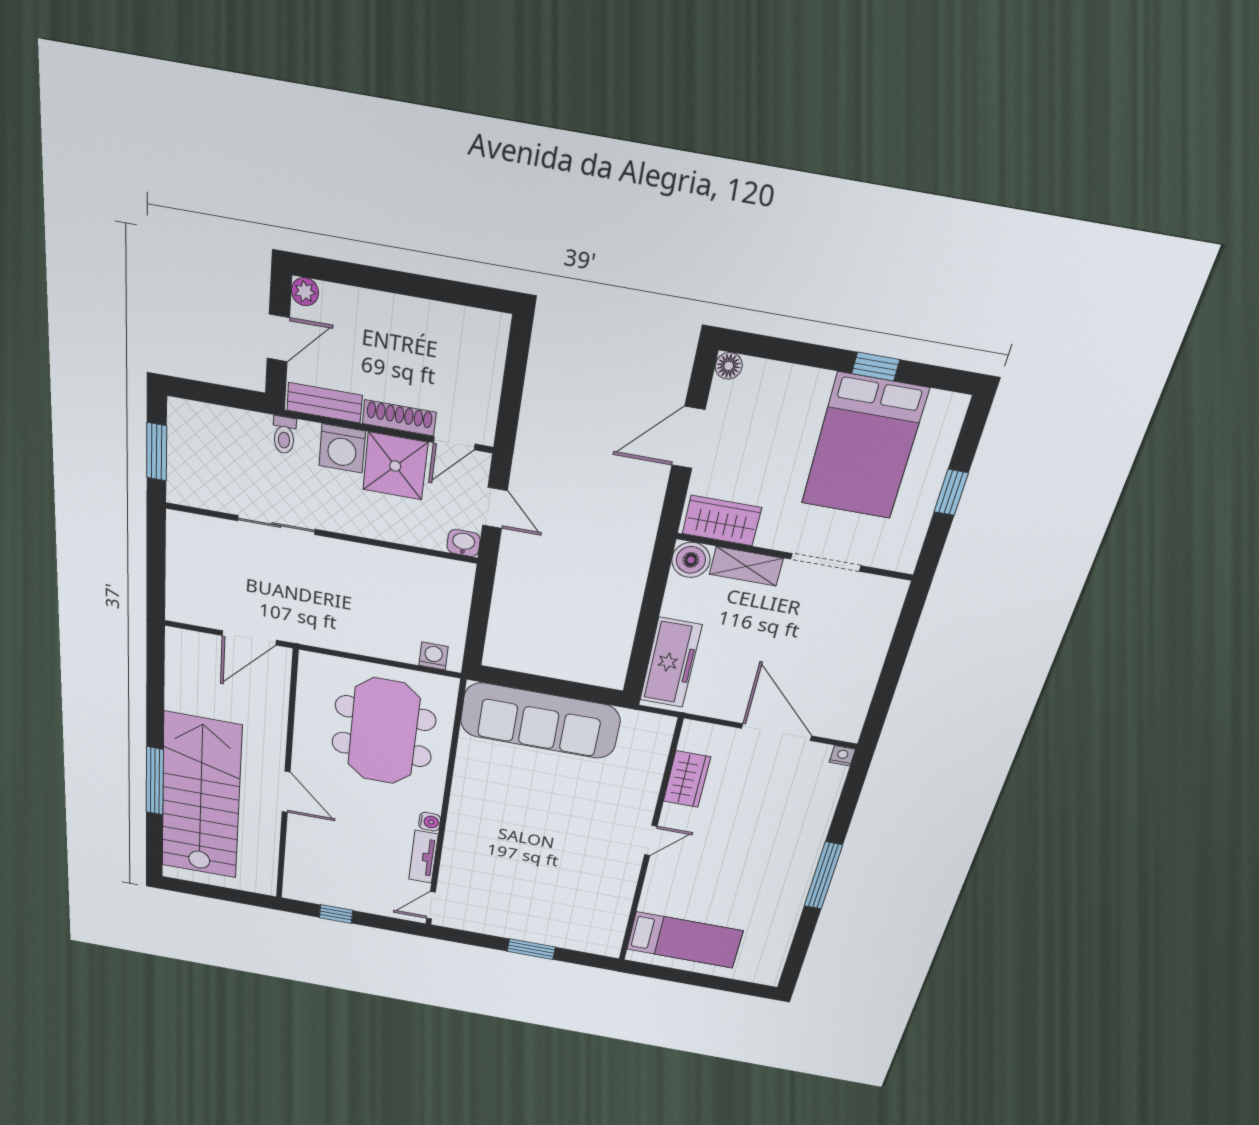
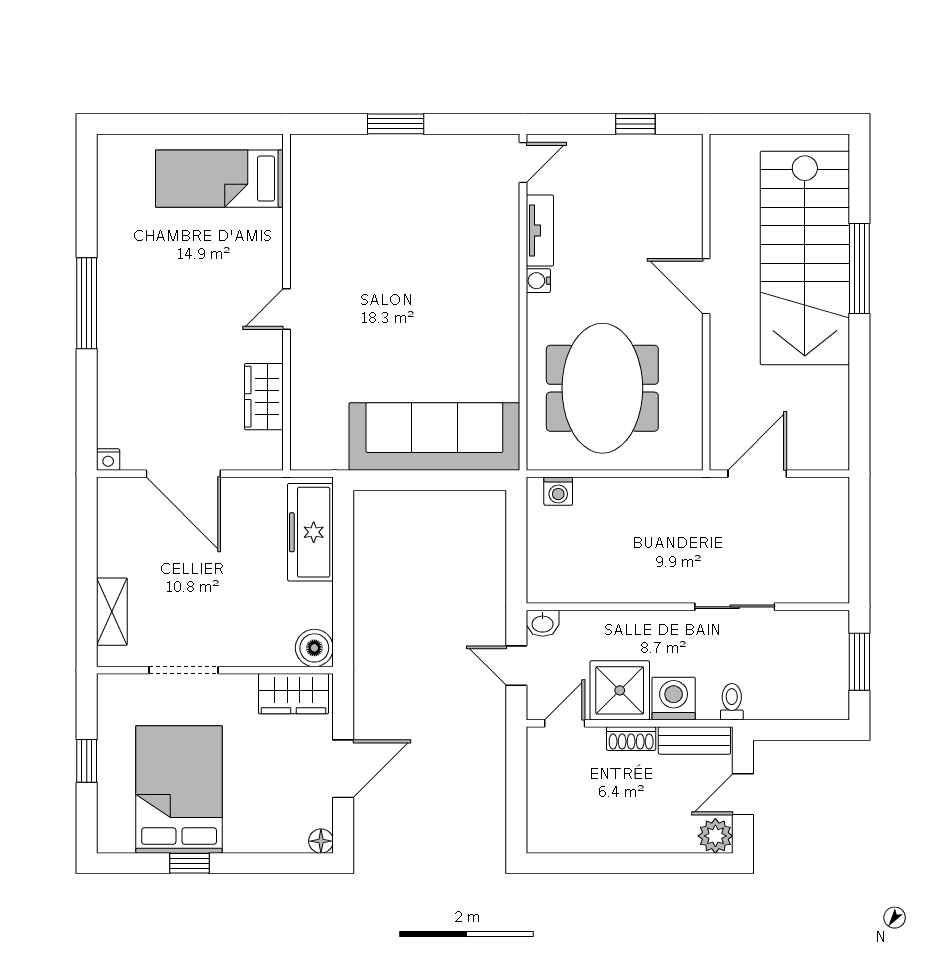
plant: (305, 292) -> (715, 836), width x1.38, depth x1.38
shoe rack: (399, 418) -> (631, 739), width x0.70
shelving: (746, 566) -> (112, 612), moved, turned 90

